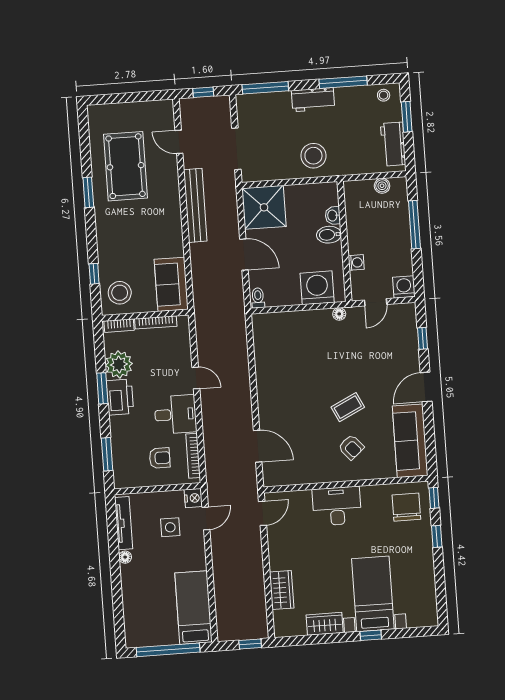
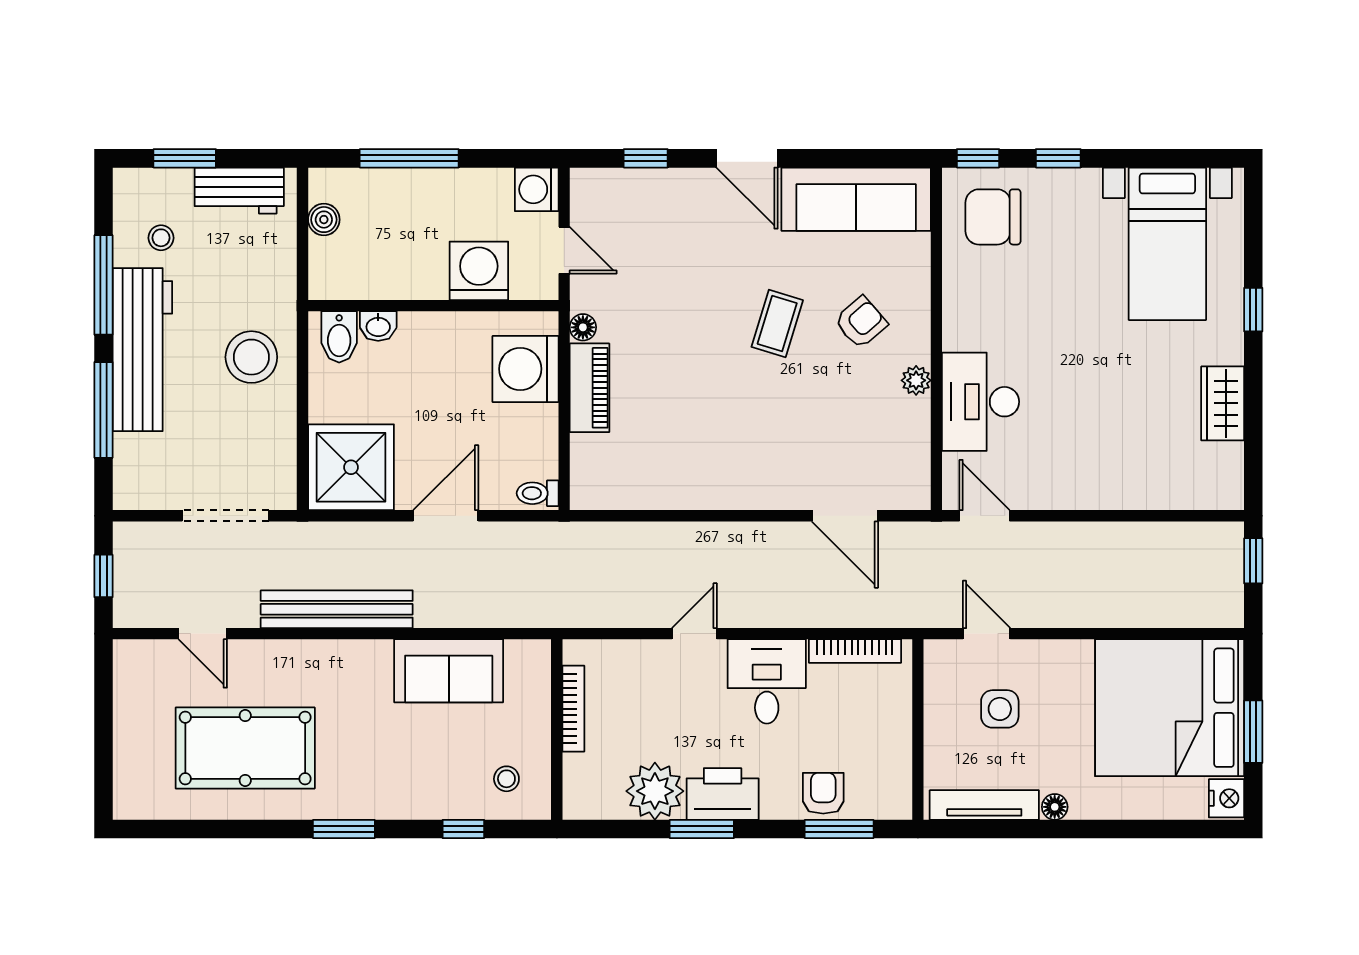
window: (265, 88) -> (103, 410), moved
stool: (384, 95) -> (161, 238), moved
workbench: (313, 100) -> (142, 350), width x1.87, depth x1.32
door: (179, 142) -> (203, 634), hinge flipped
window: (88, 192) -> (344, 829), moved
bidet: (329, 235) -> (339, 337), moved
washing machine: (356, 262) -> (479, 271), width x1.89, depth x1.89
sofa: (171, 284) -> (449, 671), moved
stool: (120, 293) -> (506, 779), width x0.53, depth x0.53
piano: (310, 319) -> (589, 388), added
bookcase: (119, 326) -> (574, 785), removed
coffee table: (348, 407) -> (777, 324), turned 43
door: (258, 446) -> (845, 516), swing flipped
armchair: (160, 458) -> (823, 793), moved
plant: (325, 476) -> (916, 380), added
nightstand: (193, 498) -> (1226, 798), moved, turned 90
desk: (337, 506) -> (981, 402), moved
wardrobe: (282, 590) -> (1146, 487), removed
bed with nightstands: (373, 594) -> (1167, 244), moved, turned -90
bed: (193, 608) -> (1170, 708), width x2.04
window: (168, 650) -> (1253, 732), width x0.47

